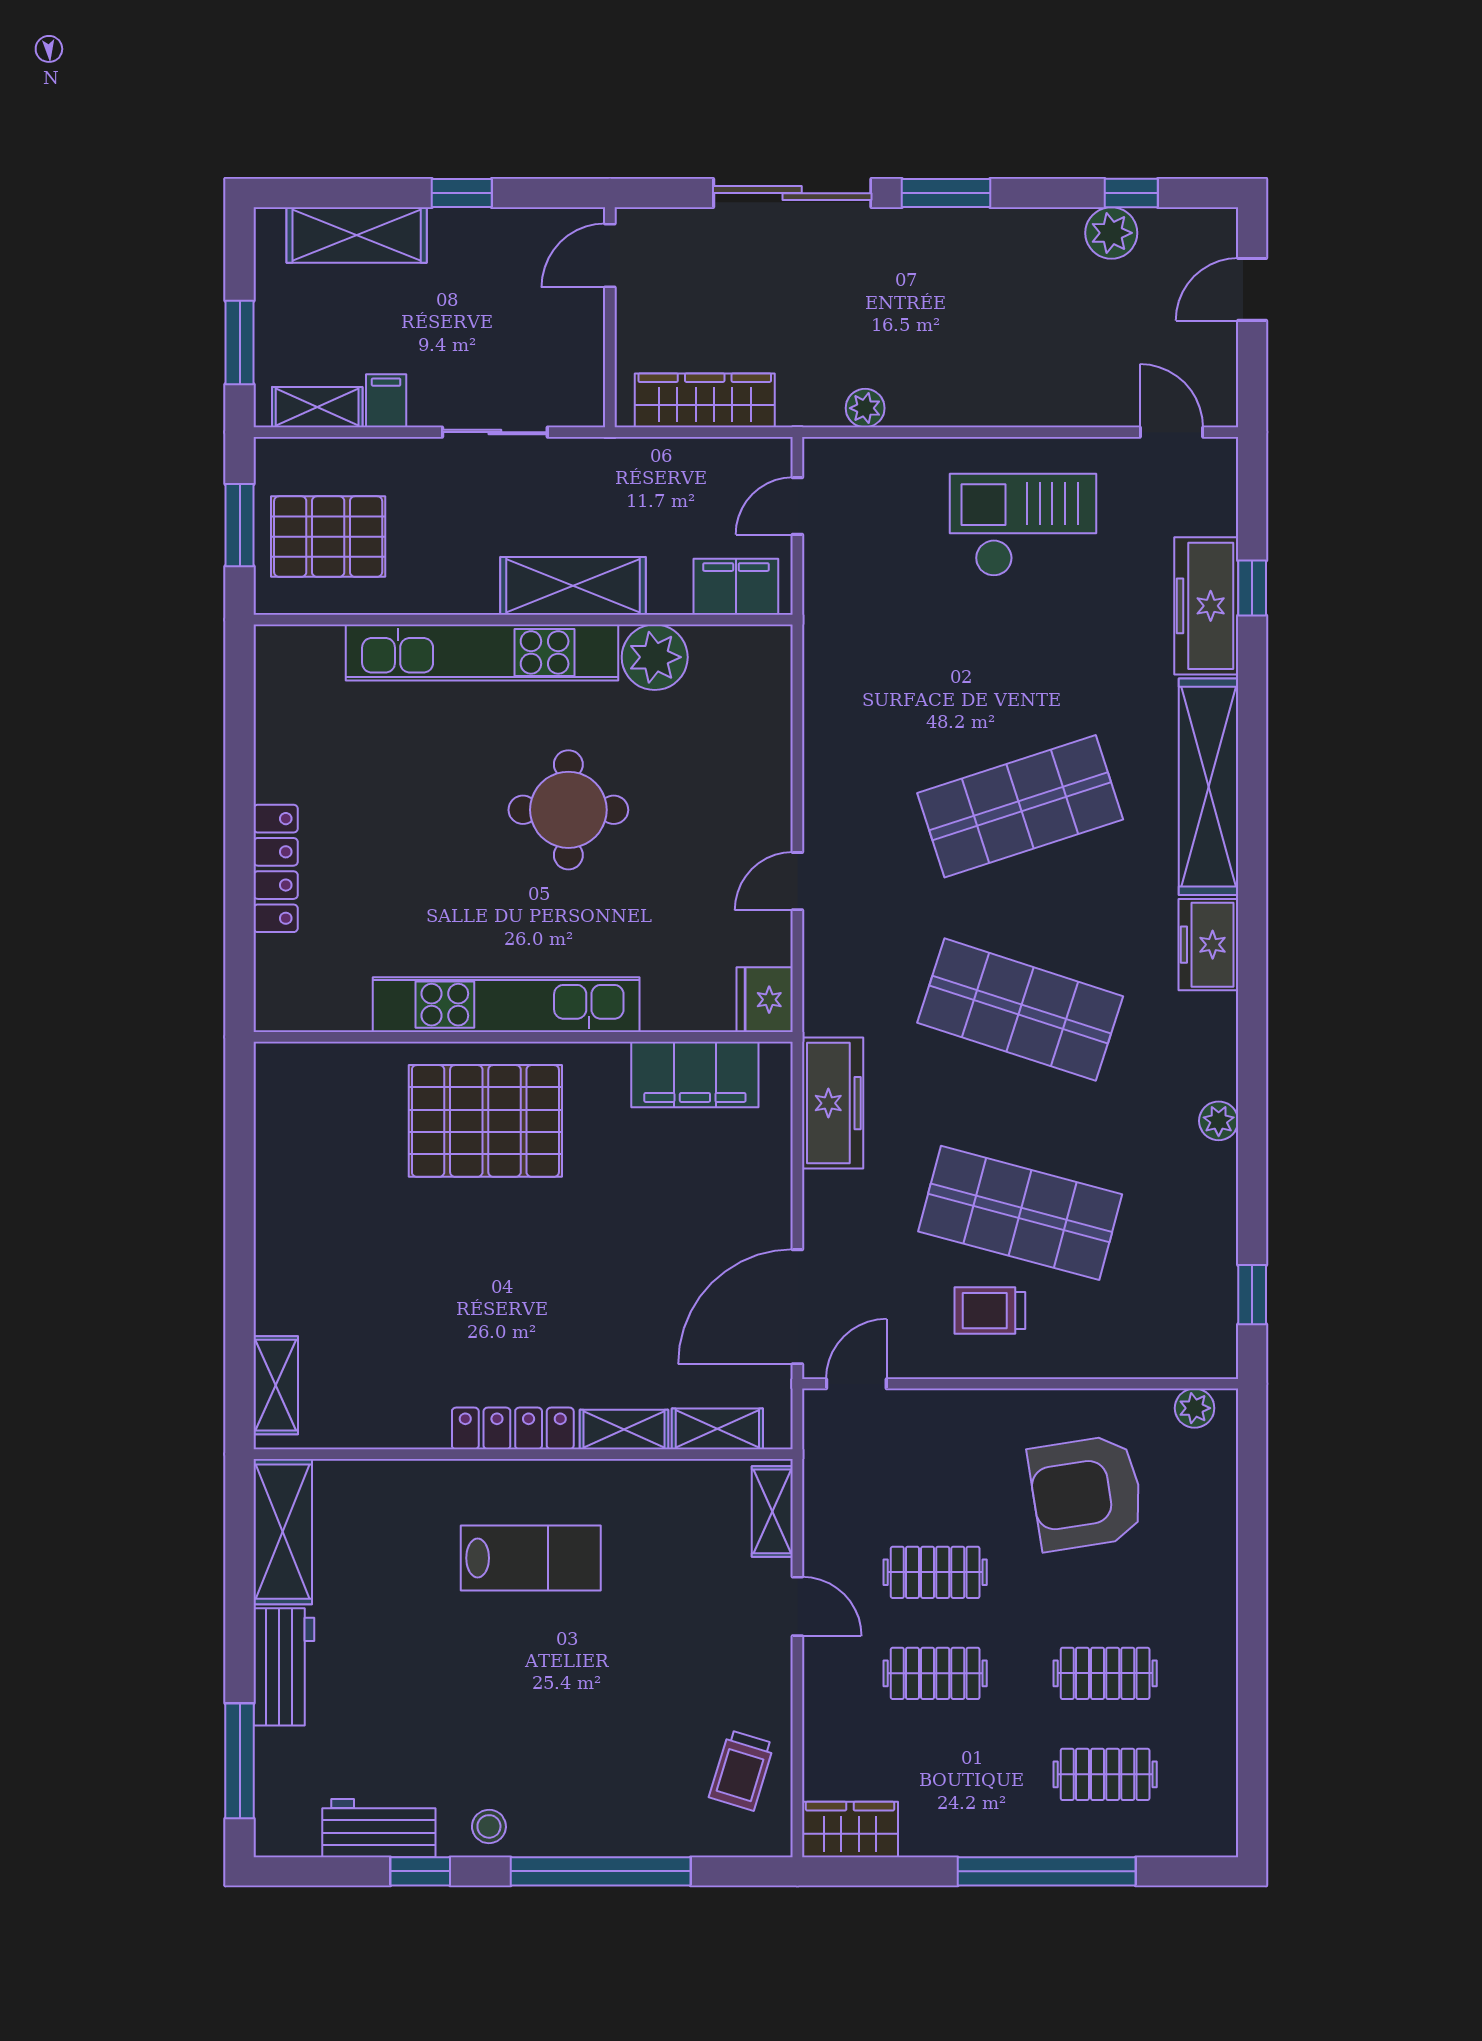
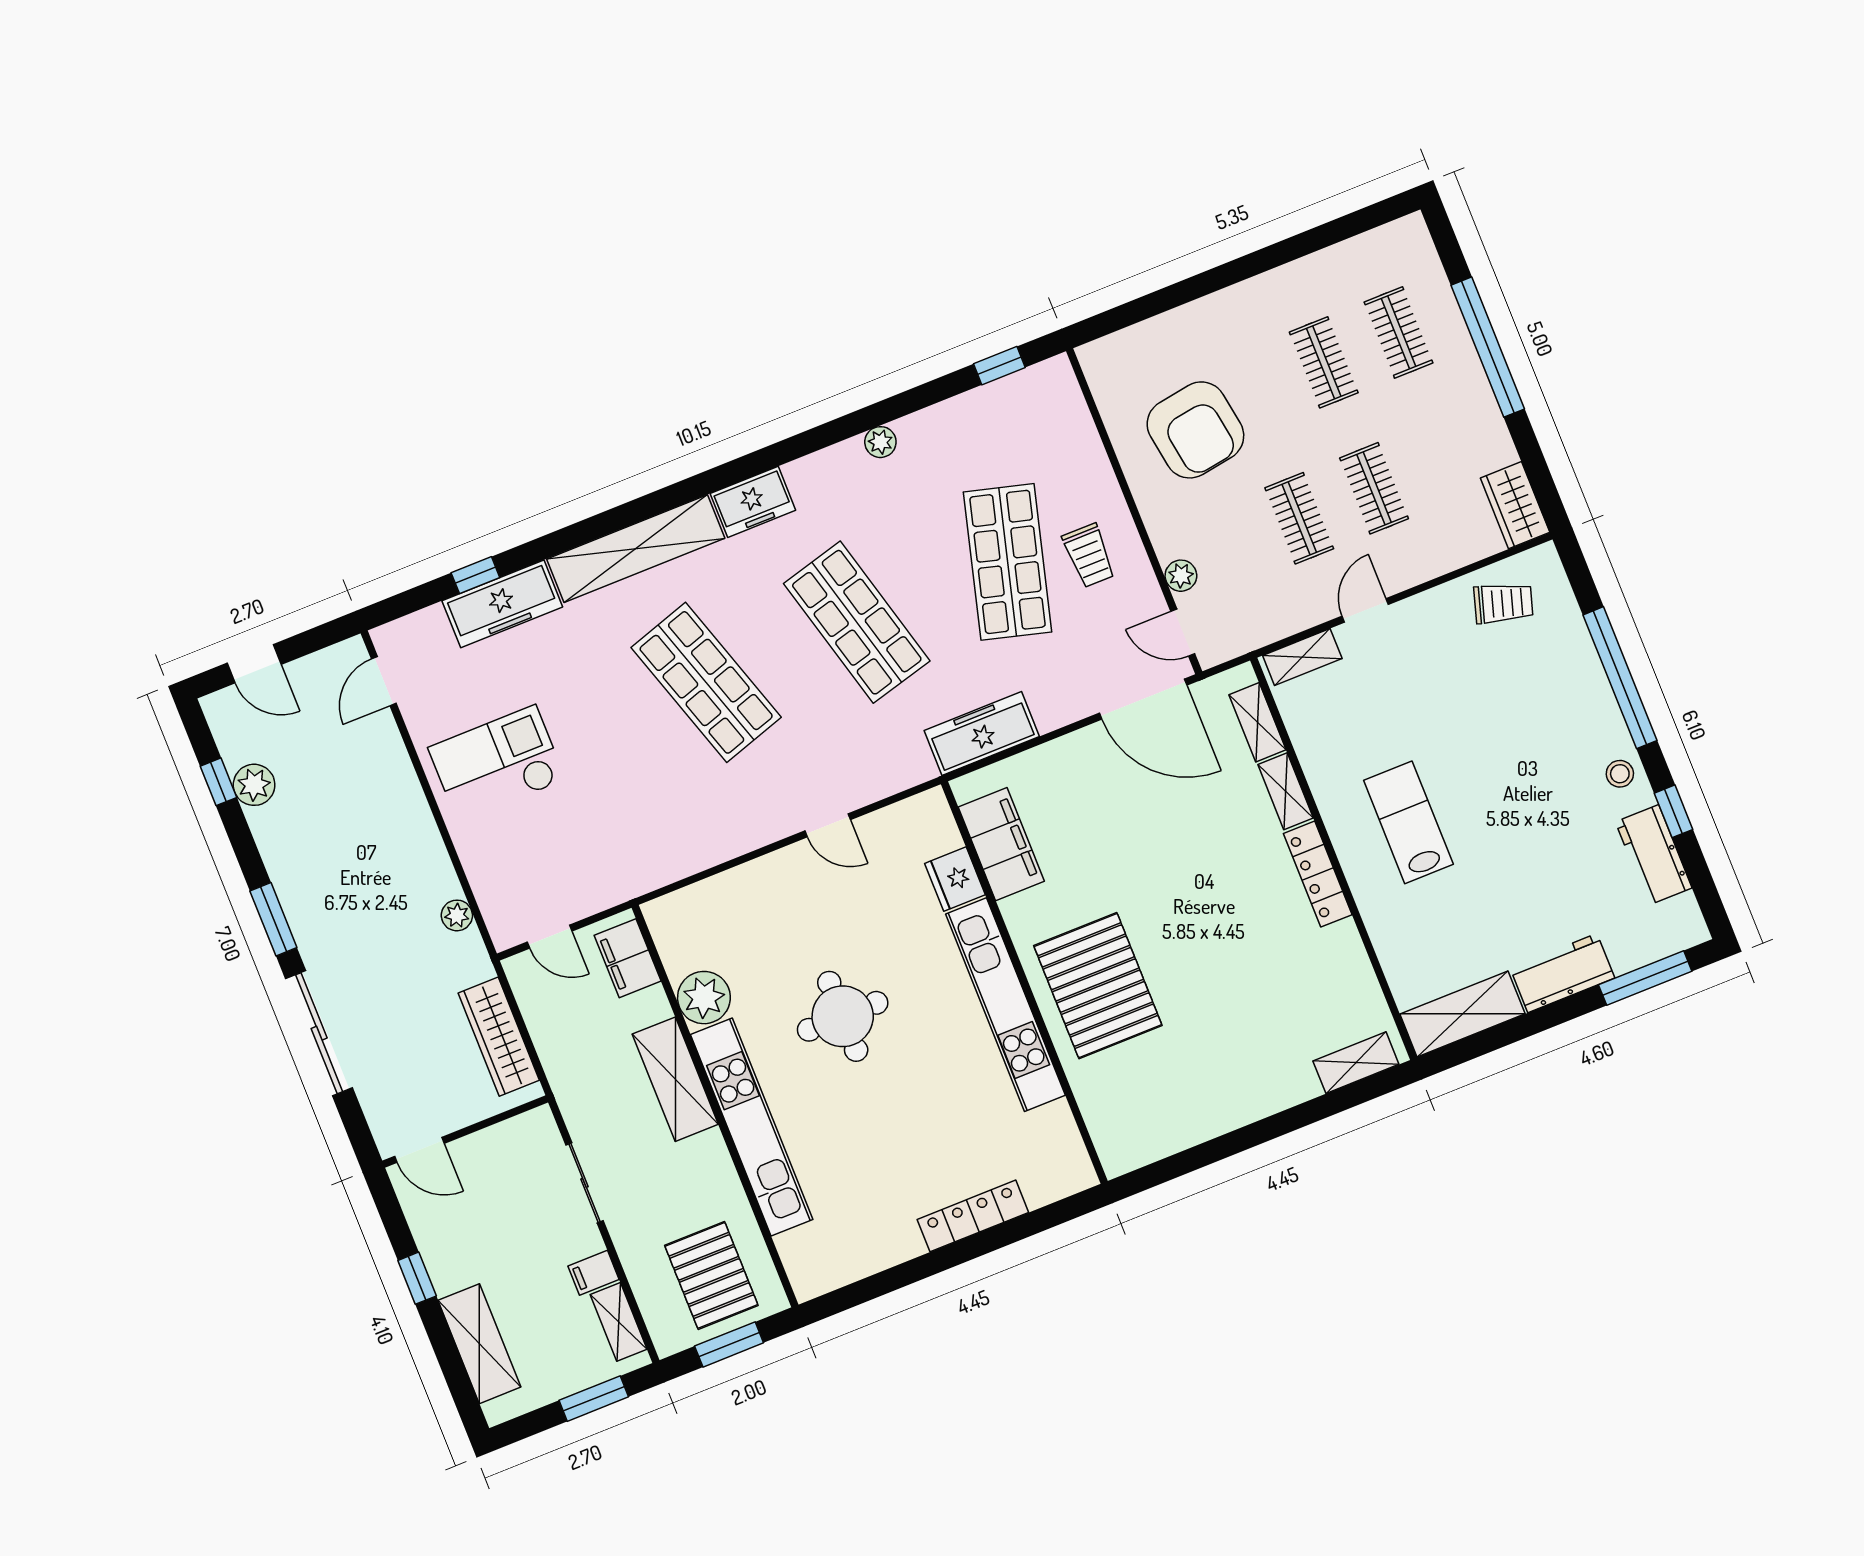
checkout: (1023, 525) -> (497, 764), turned 90
fridge: (765, 1000) -> (955, 879), moved, turned 90
shop shelf: (1020, 1010) -> (857, 622), turned -33
plant: (1195, 1408) -> (1181, 576), moved

